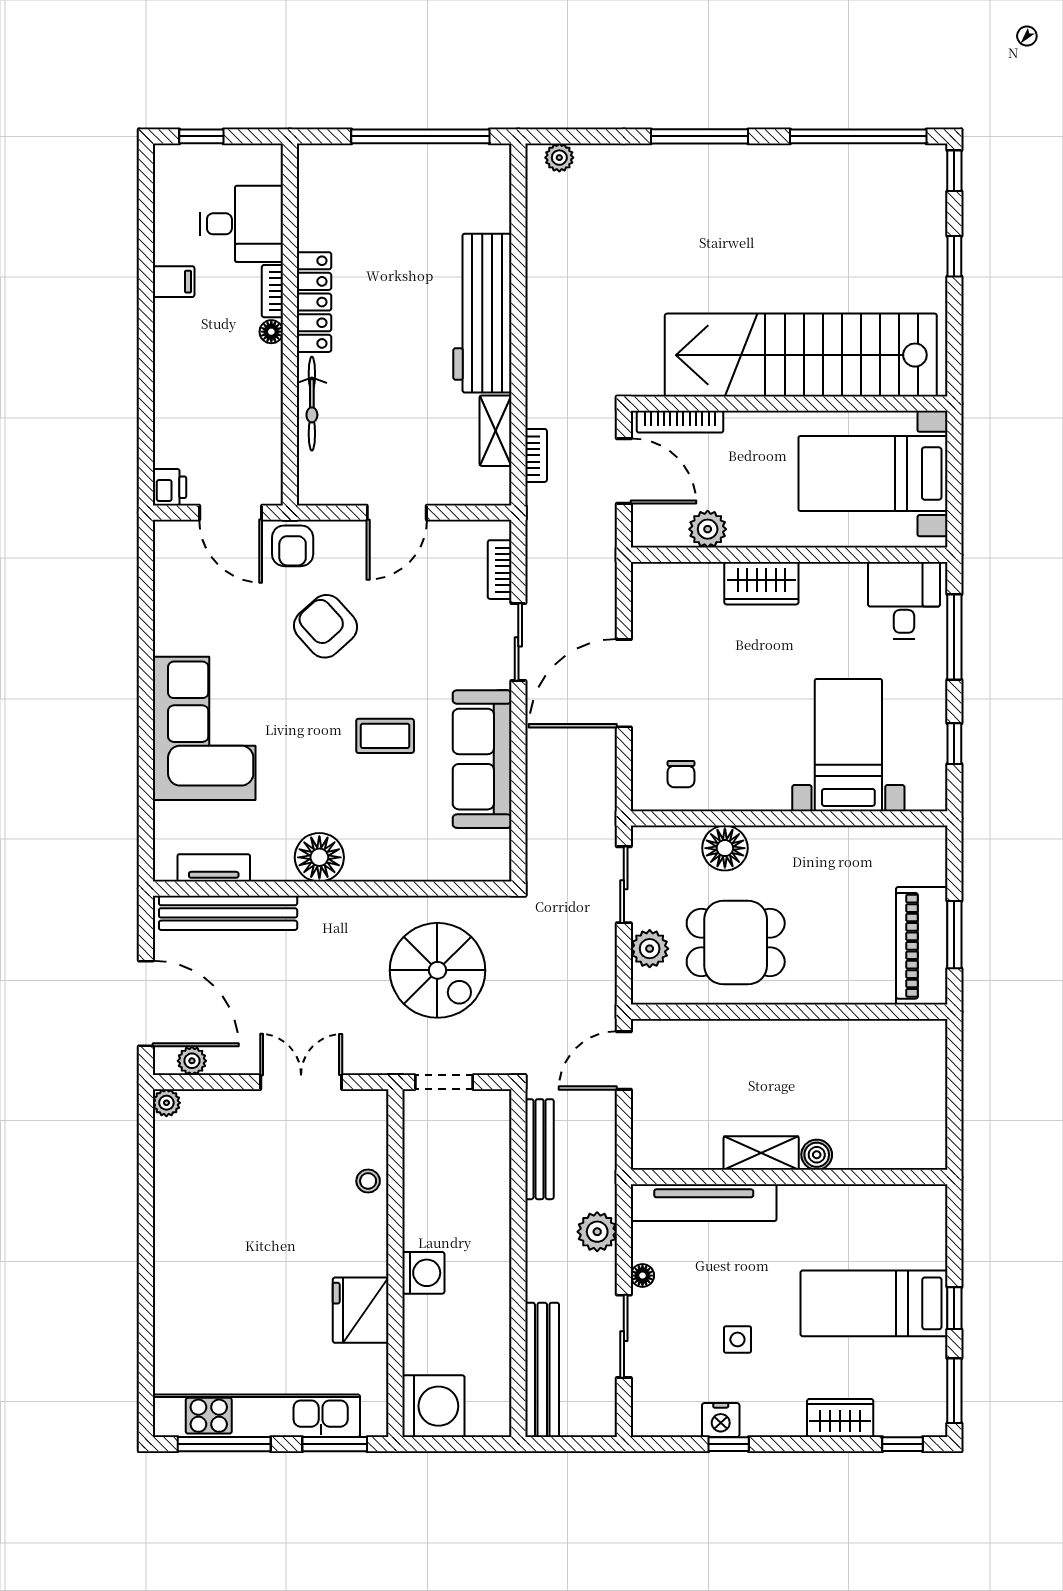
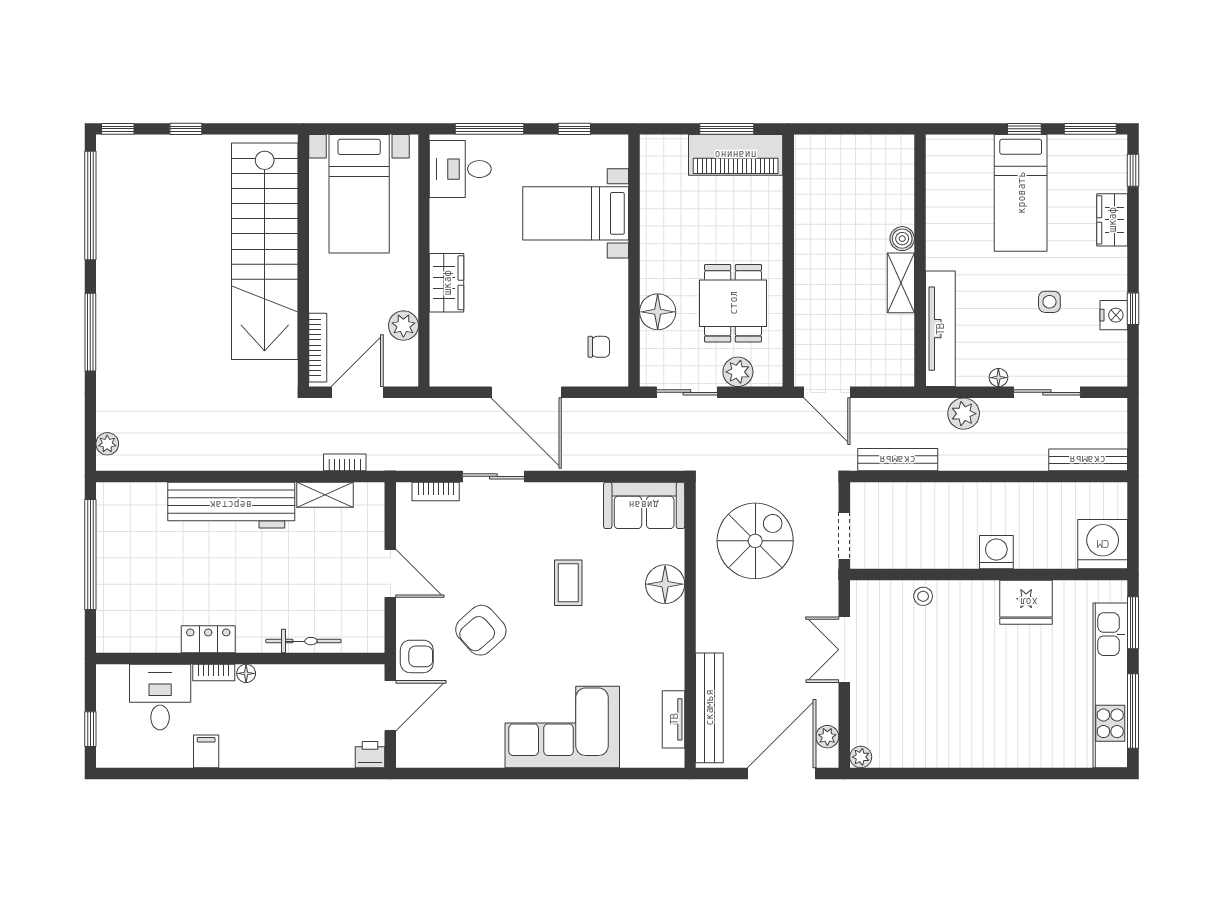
locker: (314, 302) -> (208, 639), width x0.66
sofa: (482, 759) -> (644, 505), moved, width x0.73
floor lamp: (319, 857) -> (665, 584), moved
bench: (542, 1370) -> (1088, 460), width x0.73, depth x0.82

